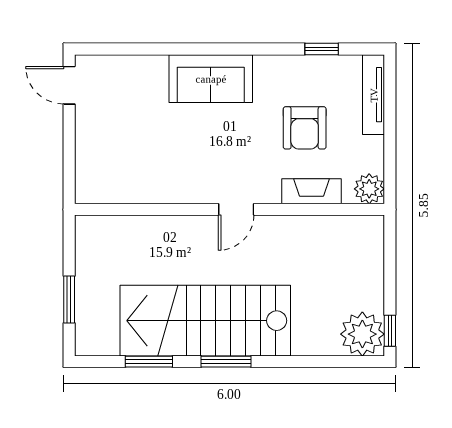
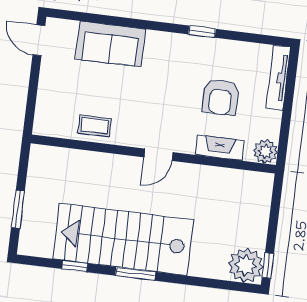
window: (322, 49) -> (202, 32), moved
sofa: (211, 79) -> (111, 44), moved
coffee table: (152, 183) -> (95, 126), added
window: (149, 362) -> (75, 266), width x0.67

